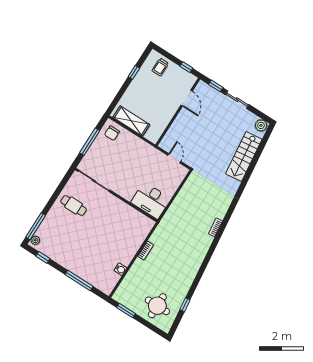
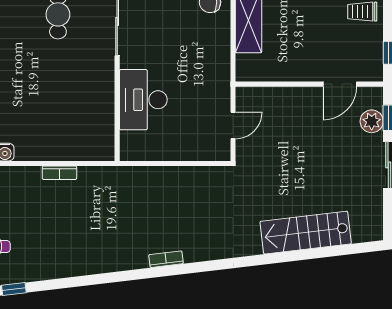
plant: (261, 125) -> (372, 121), moved
desk: (151, 200) -> (143, 100), moved

